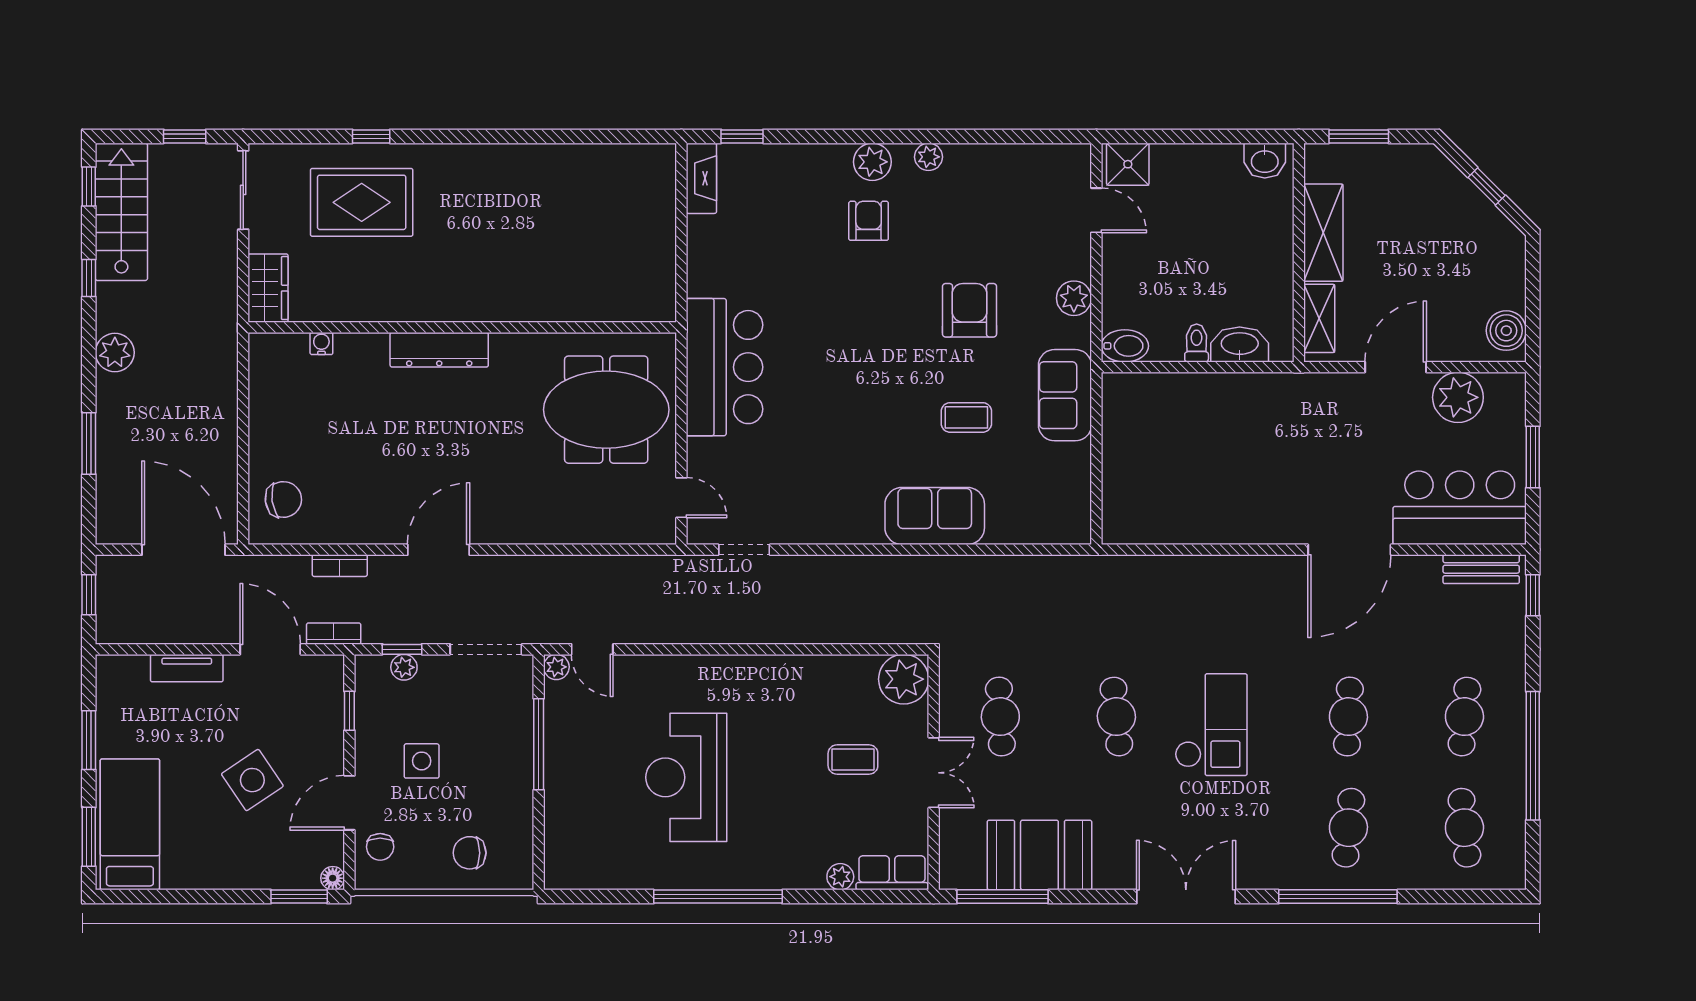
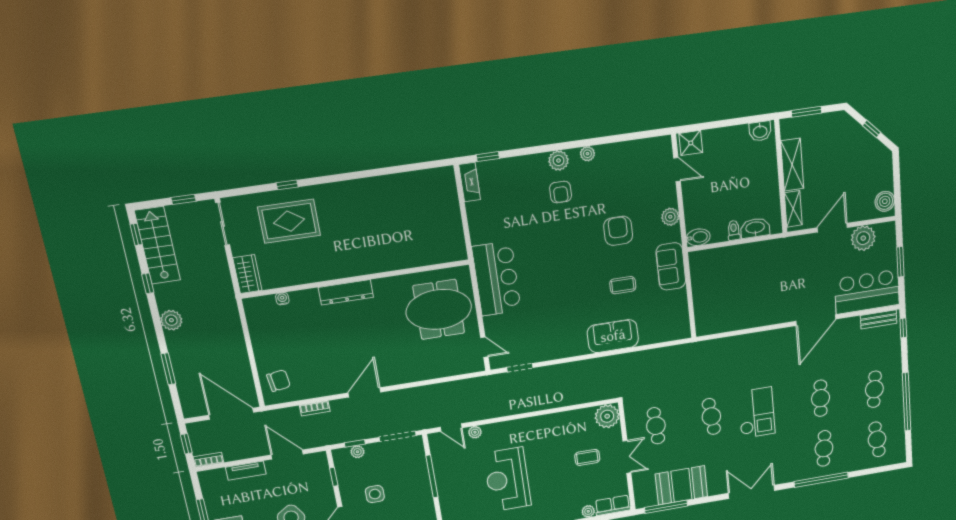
armchair: (869, 221) -> (561, 192), turned 180
bookcase: (334, 634) -> (208, 460), moved
plant: (556, 667) -> (475, 432), moved

